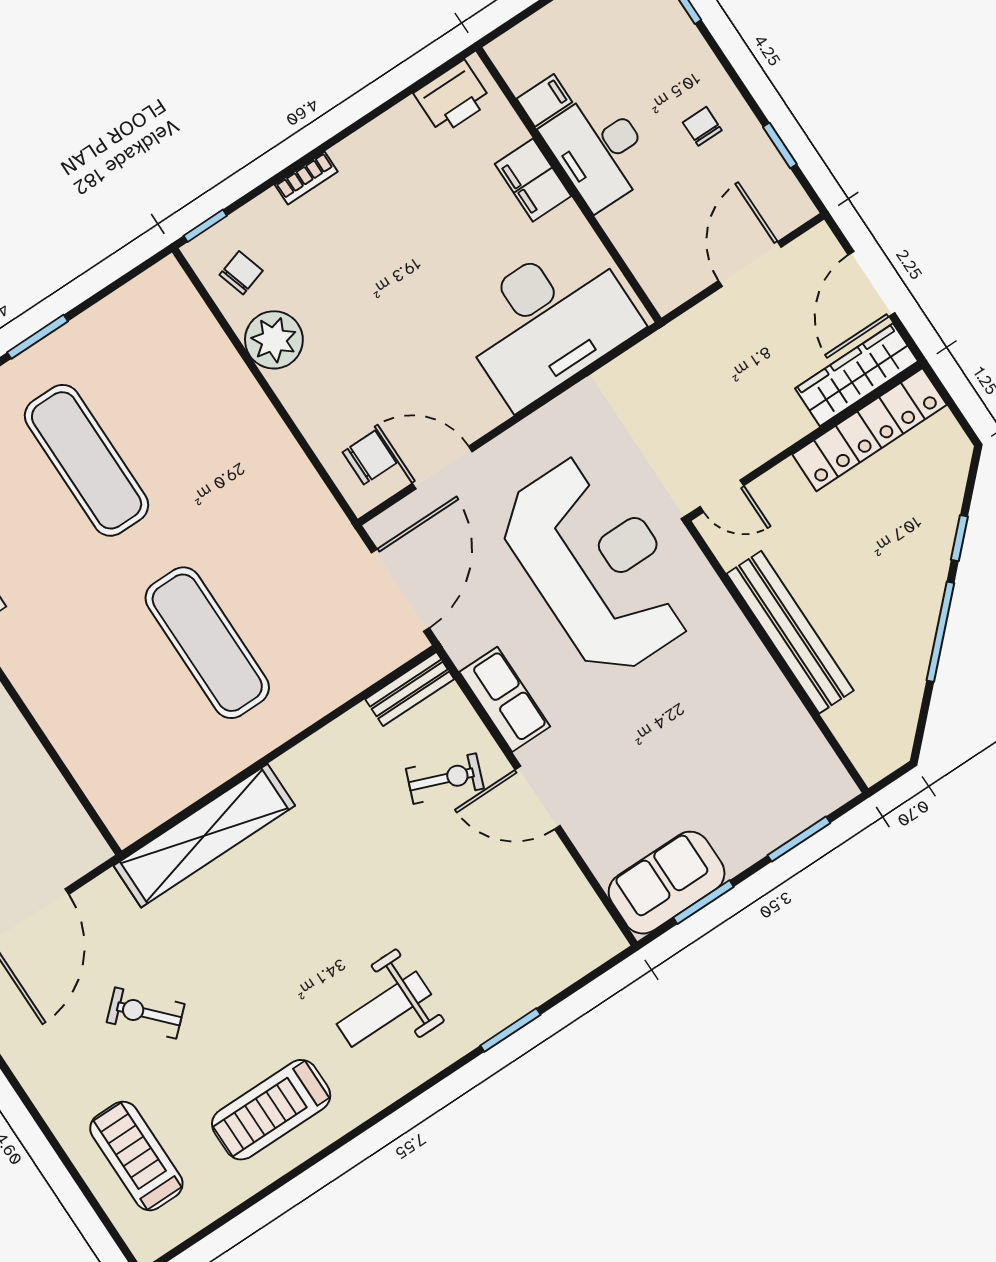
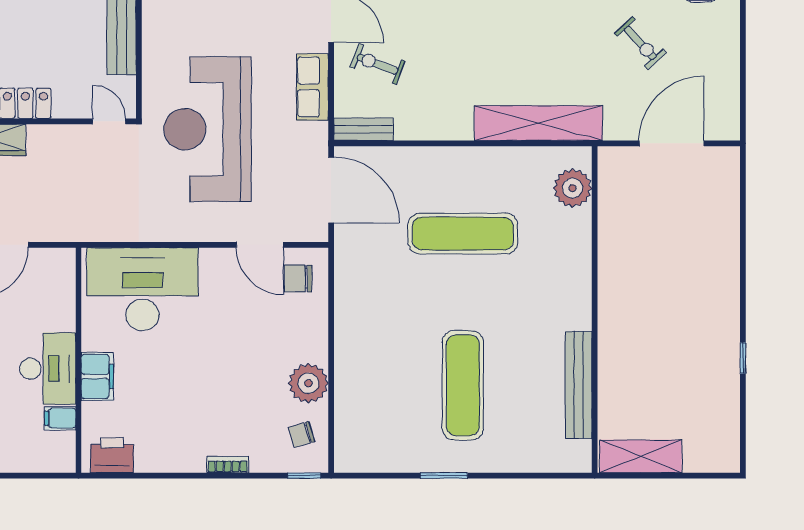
door: (400, 590) -> (331, 190), swing flipped
exercise mat: (207, 643) -> (463, 234), turned 90
plant: (112, 785) -> (573, 188), added

